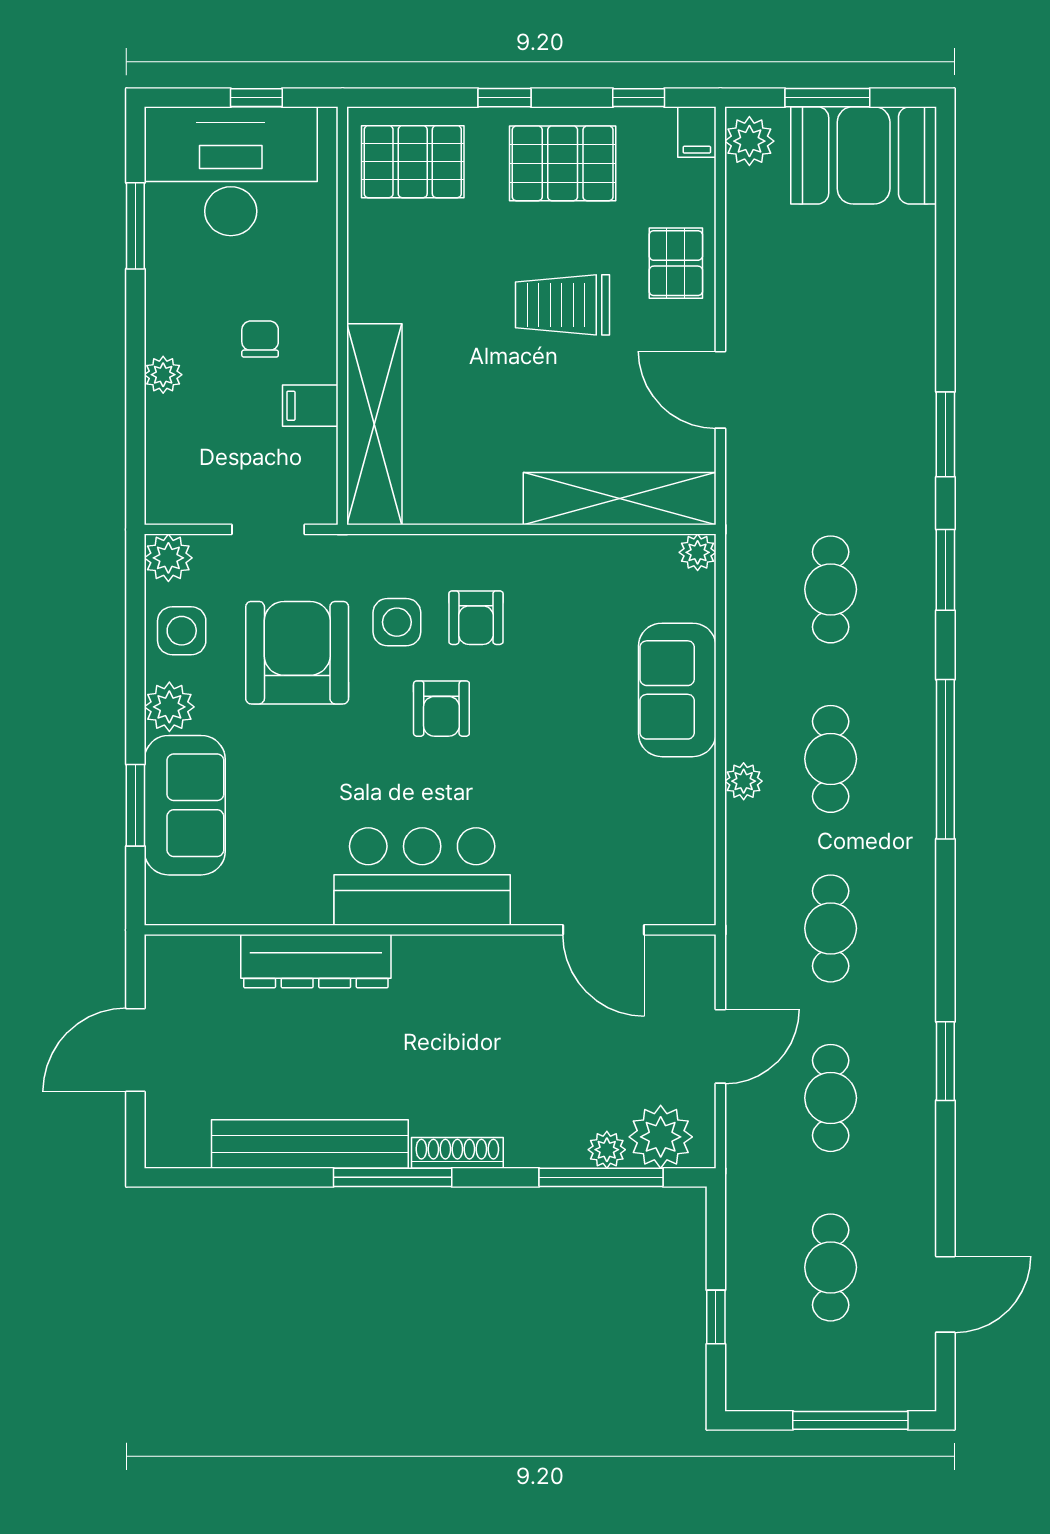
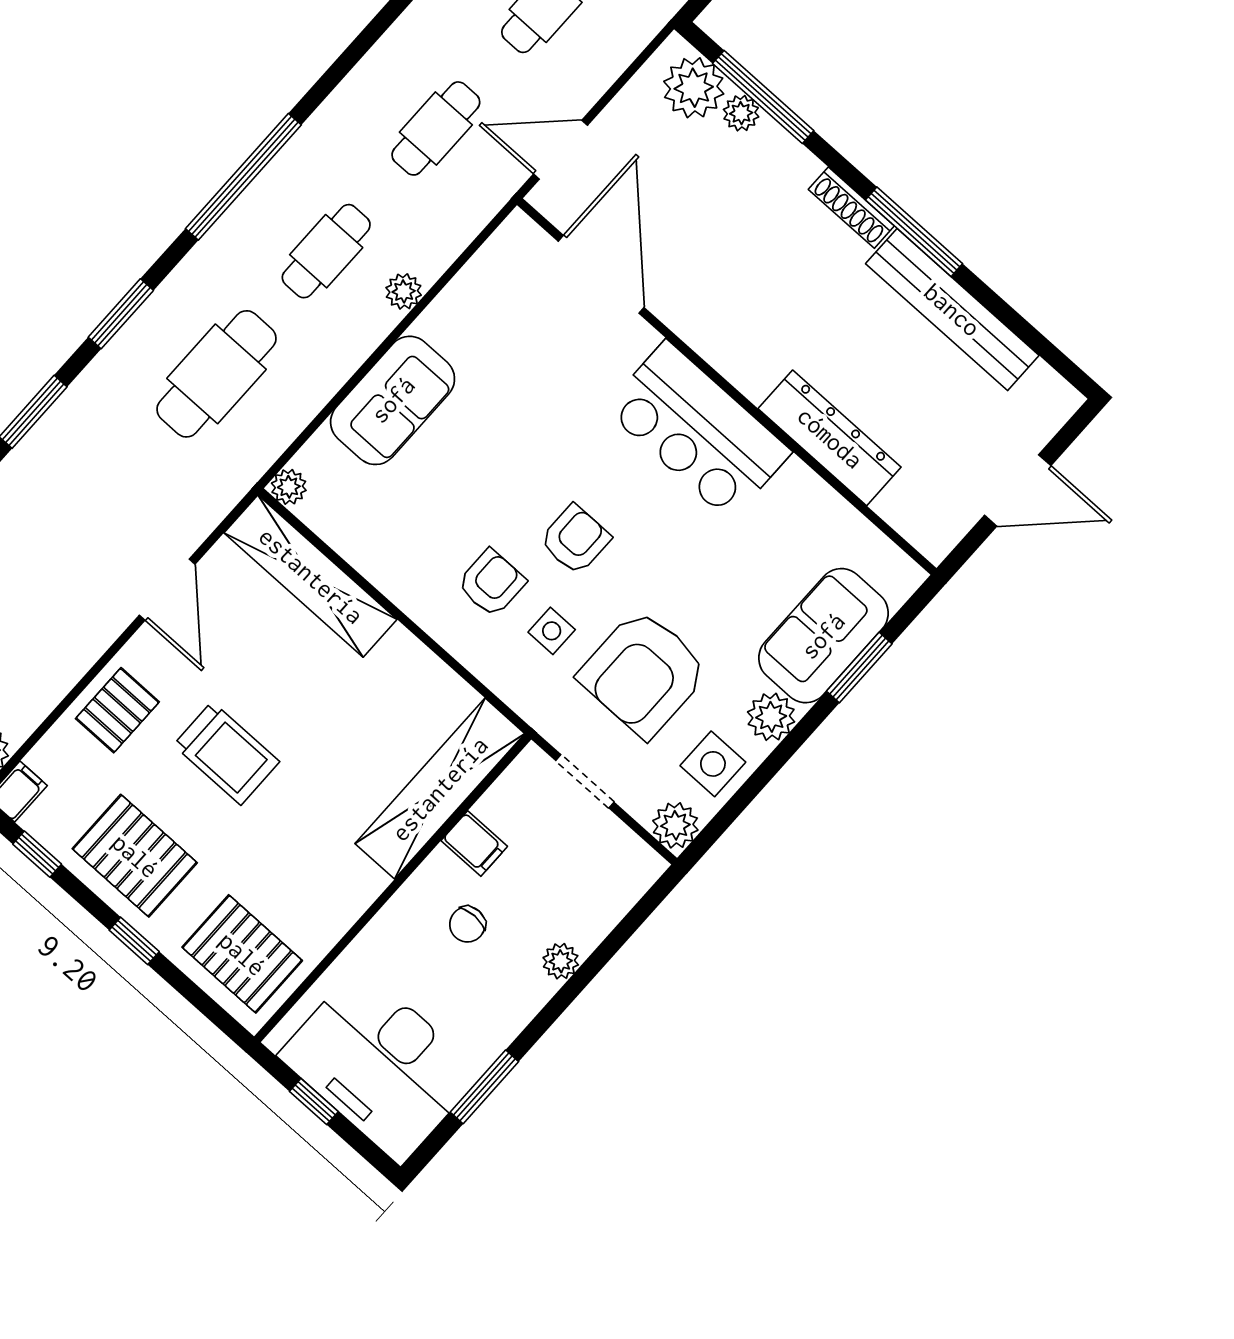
cafe table: (831, 589) -> (217, 374), width x1.37, depth x1.35
side table: (397, 622) -> (552, 631), width x0.73, depth x0.73
door: (604, 930) -> (601, 274), width x1.36
door: (720, 1046) -> (561, 150), moved

